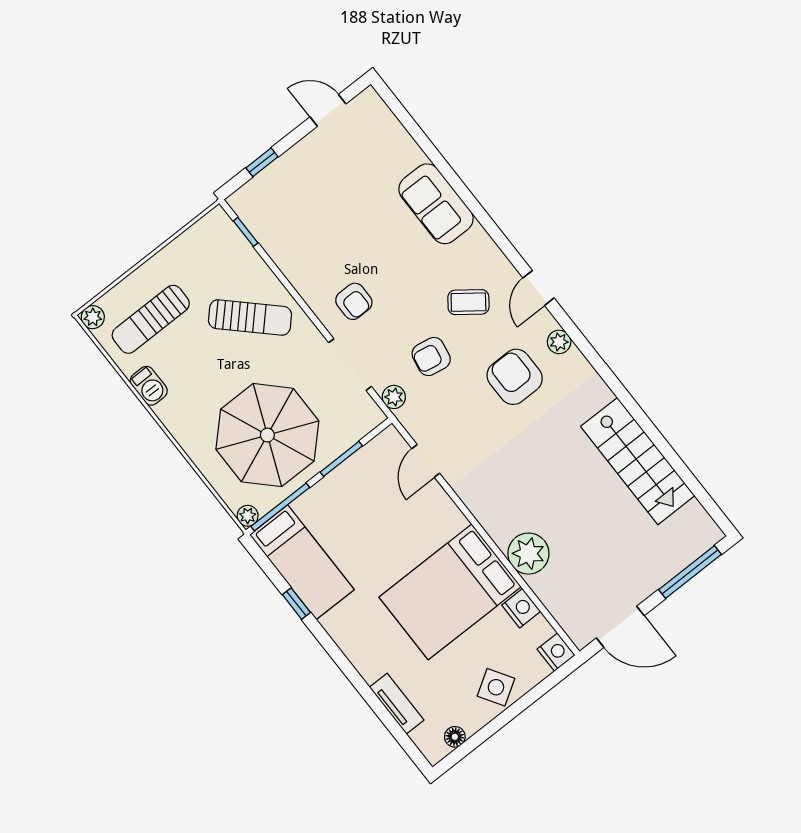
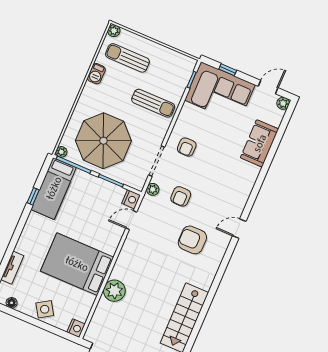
door: (328, 110) -> (268, 87), hinge flipped
corner sofa: (293, 196) -> (220, 92), added
sofa: (436, 204) -> (260, 143), moved
coffee table: (468, 302) -> (215, 200), removed
sun lounger: (250, 318) -> (153, 103), turned -44
plant: (559, 342) -> (283, 103), moved
armchair: (431, 357) -> (181, 196), turned -100
armchair: (515, 377) -> (192, 240), turned -90
nightstand: (521, 608) -> (131, 199), moved

